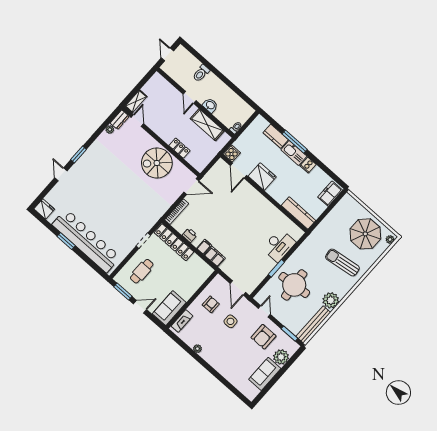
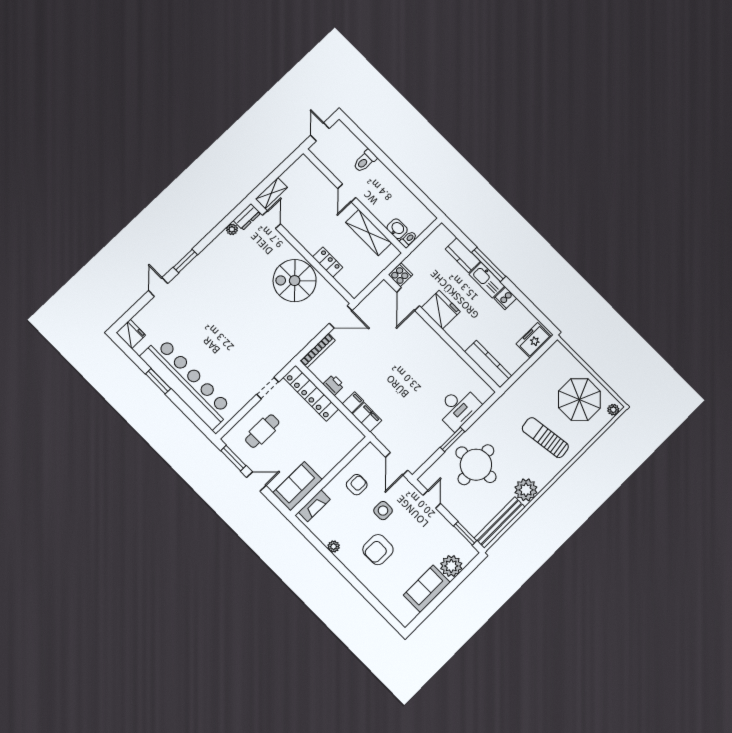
washbasin: (210, 105) -> (397, 229), moved
armchair: (264, 337) -> (378, 550), moved

